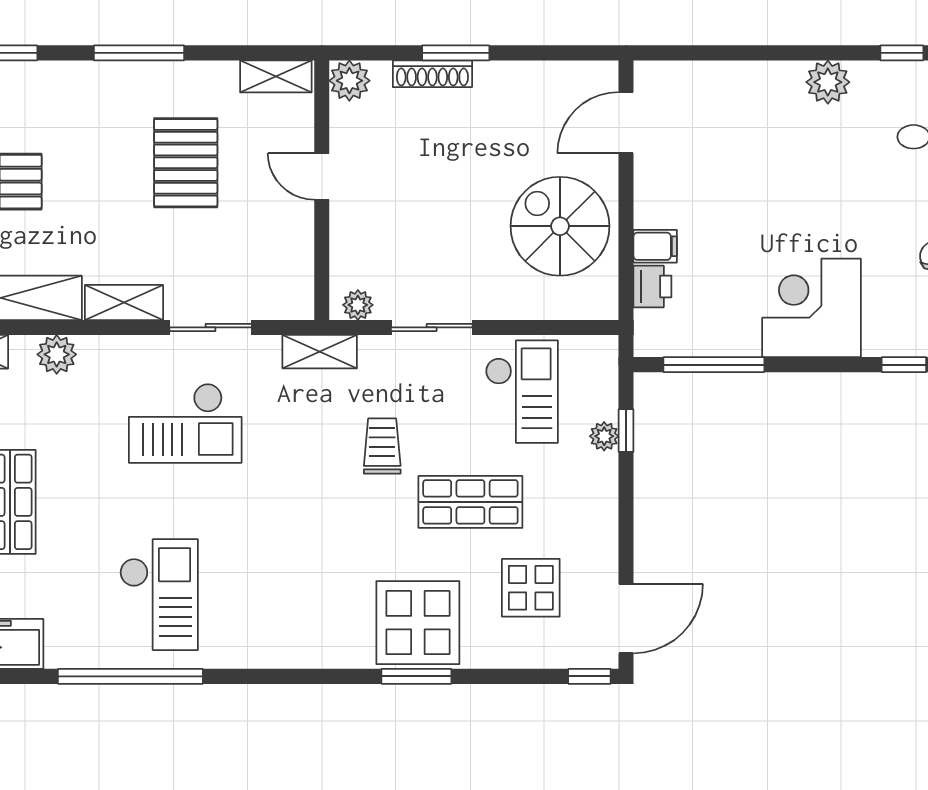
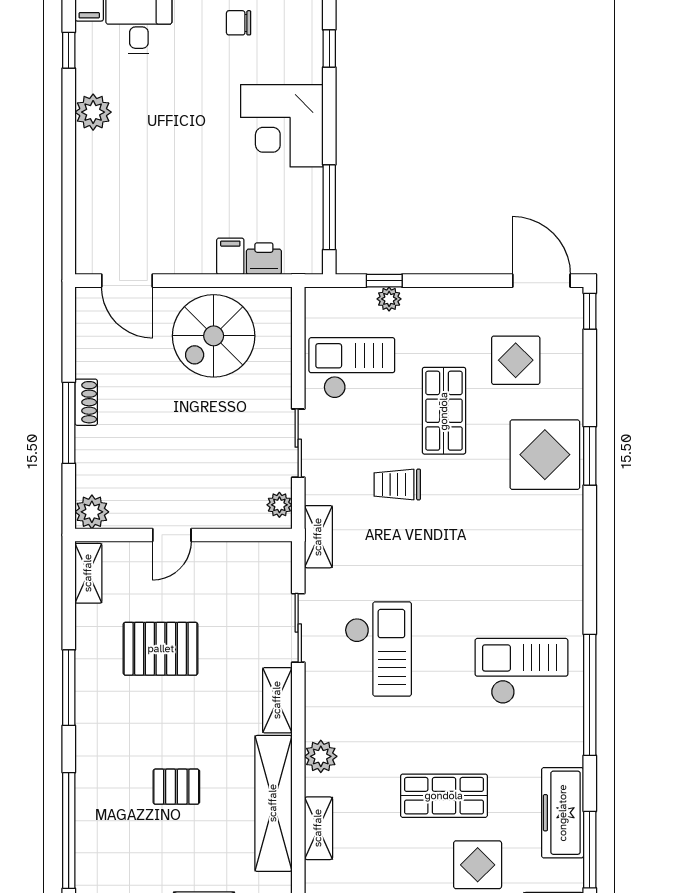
window: (456, 53) -> (69, 423), width x1.44
shoe rack: (432, 74) -> (86, 402), moved, width x0.70

